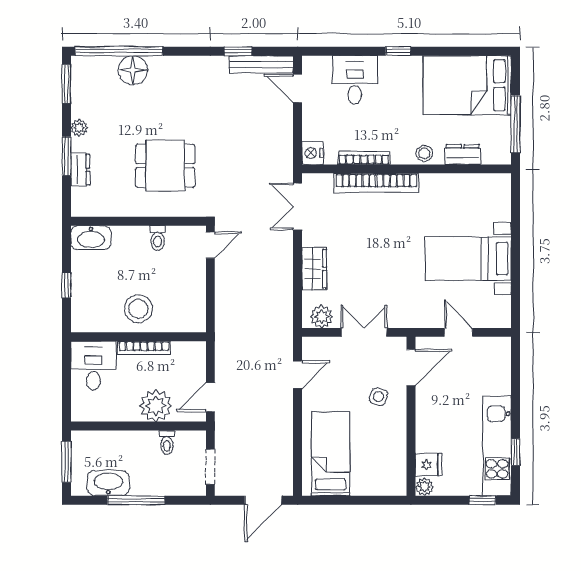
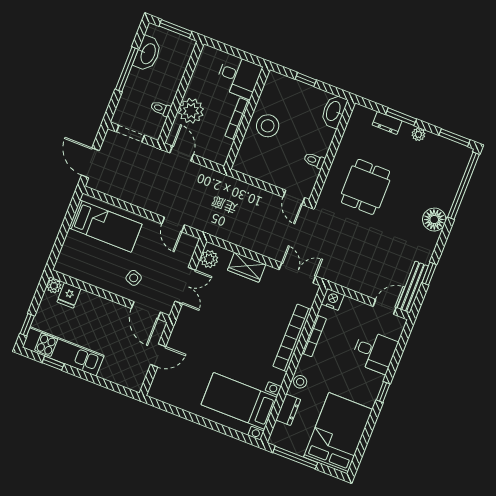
floor lamp: (133, 70) -> (434, 220), moved
bed with nightstands: (468, 259) -> (239, 401), moved, turned -90

